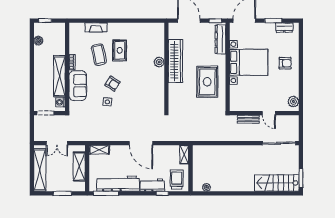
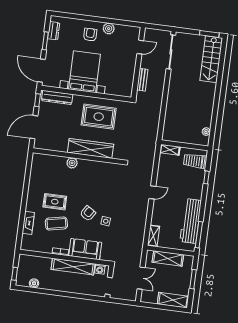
wardrobe: (175, 61) -> (91, 148), moved
plant: (293, 102) -> (109, 29), moved
door: (269, 113) -> (140, 47), moved
door: (141, 143) -> (152, 192), width x0.53
shelving: (40, 170) -> (173, 300), width x0.68
workbench: (152, 185) -> (197, 186), removed

